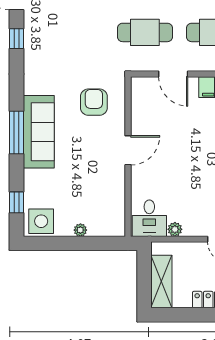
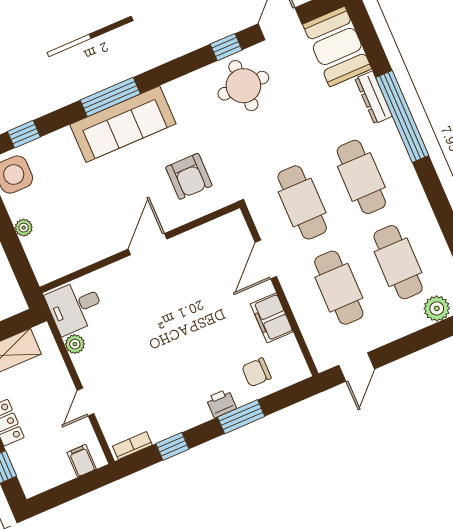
round table: (48, 38) -> (243, 86), added
armchair: (94, 102) -> (189, 176), turned 90
door: (128, 150) -> (148, 244), swing flipped

